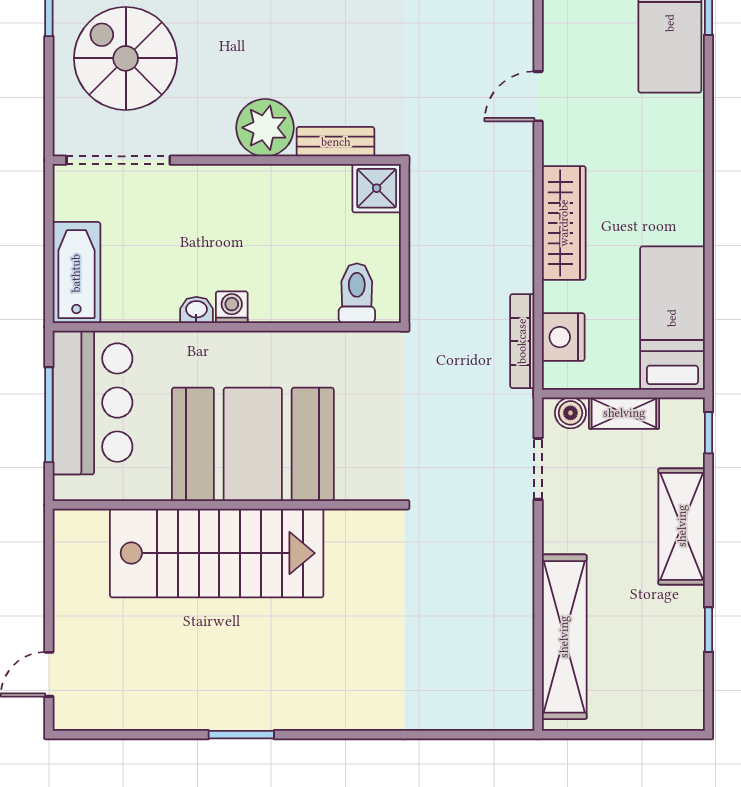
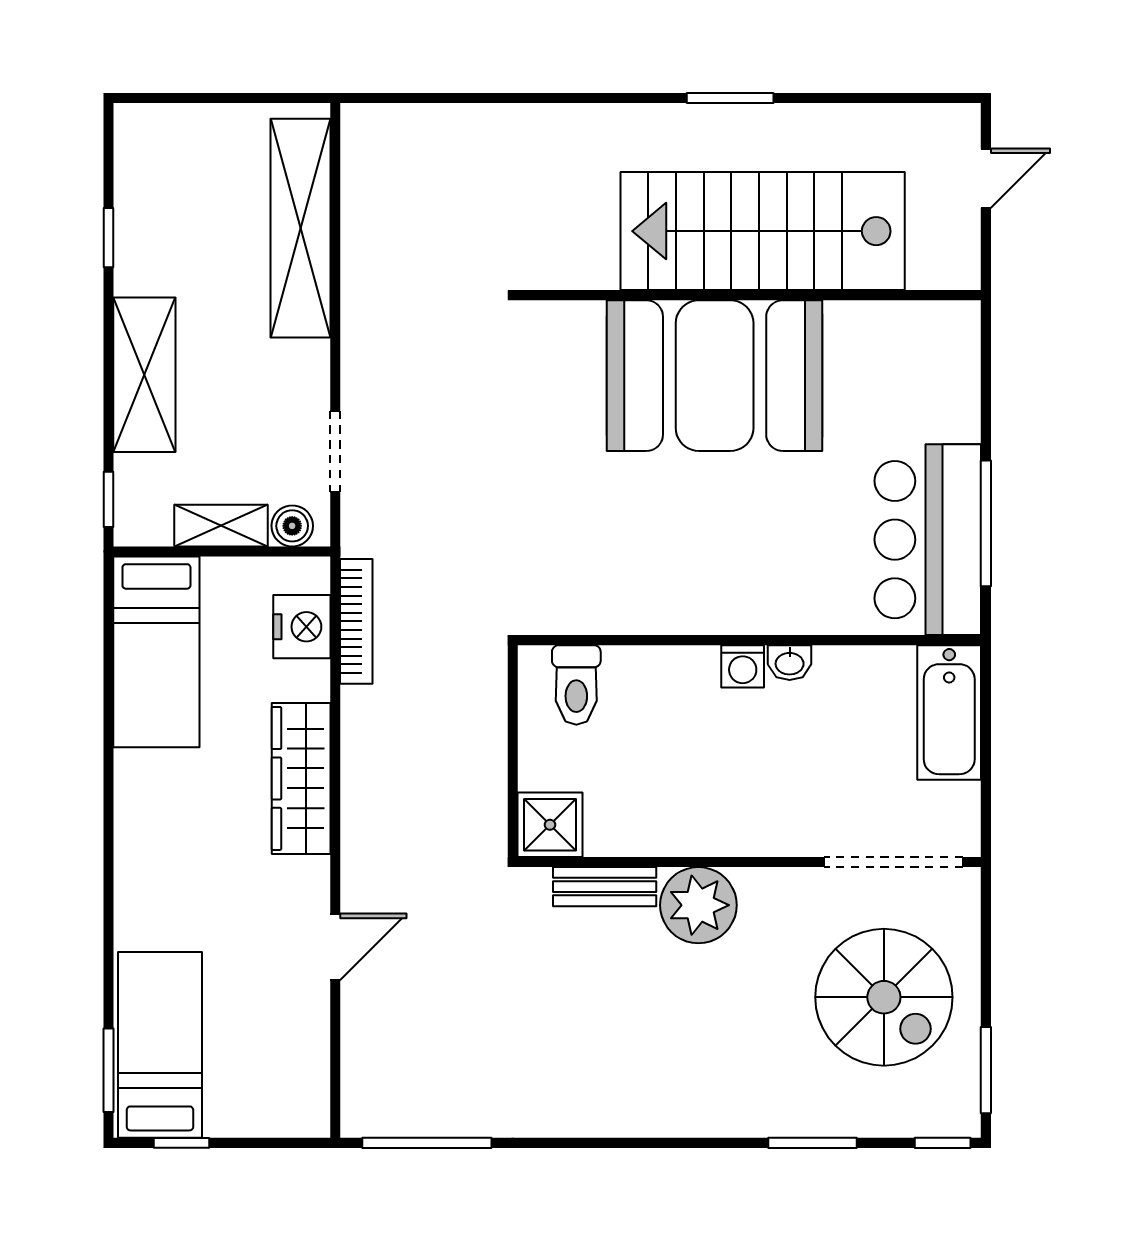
booth: (253, 444) -> (715, 376), moved
wall: (227, 505) -> (749, 295), moved
stairs: (217, 553) -> (763, 231), moved

